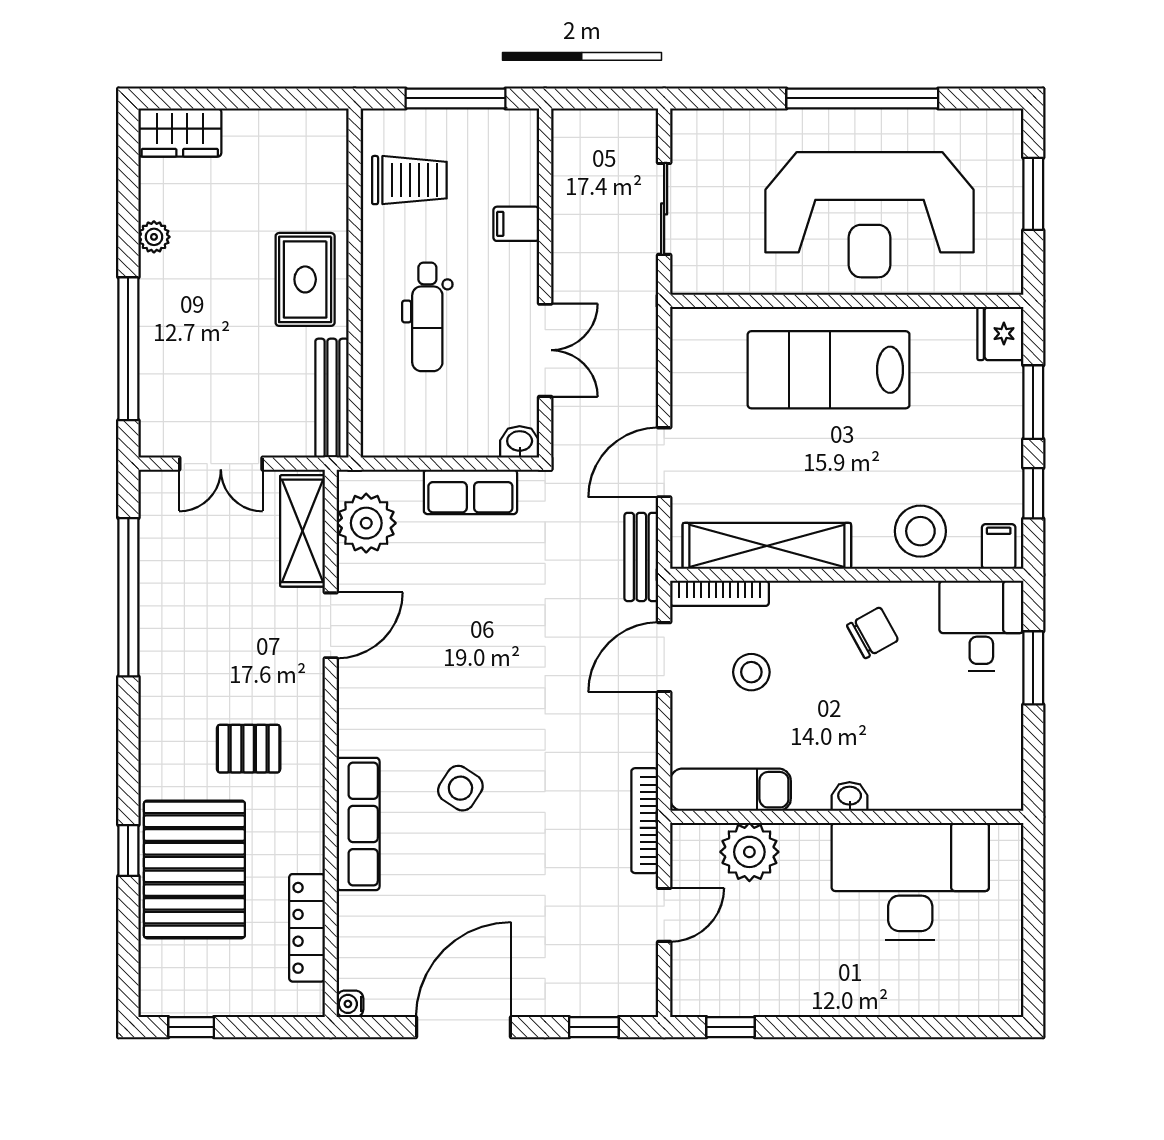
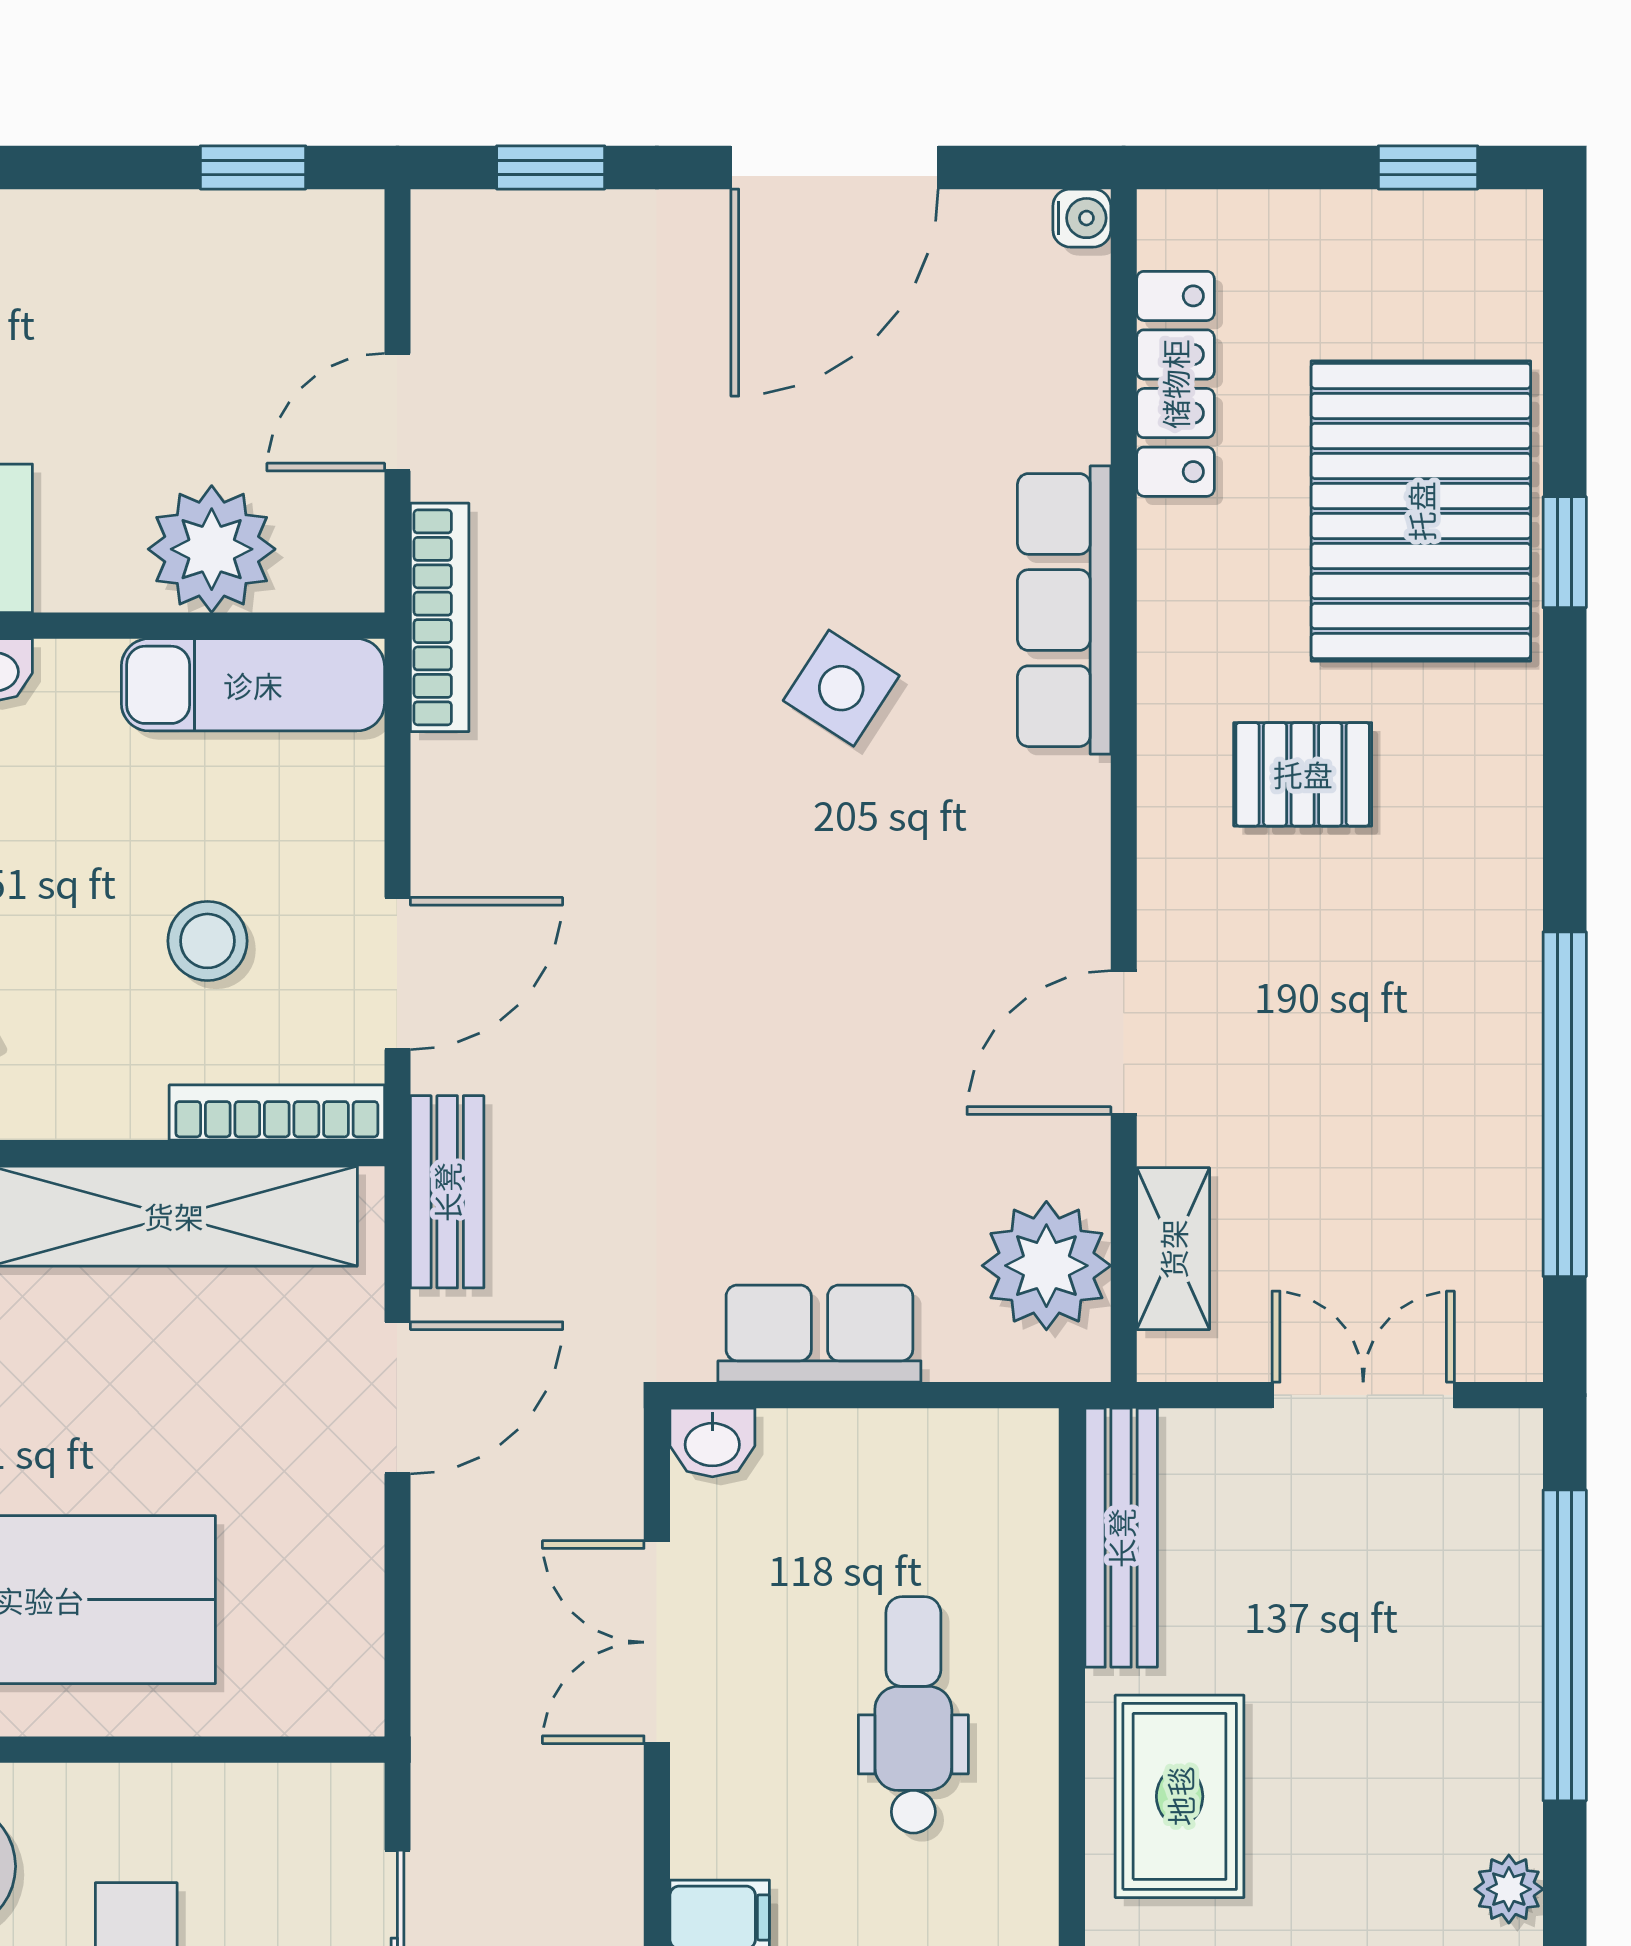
shelving: (303, 531) -> (1173, 1249), width x0.67, depth x0.75

